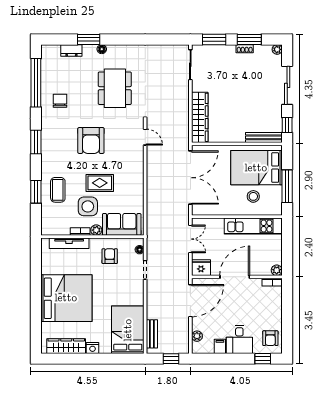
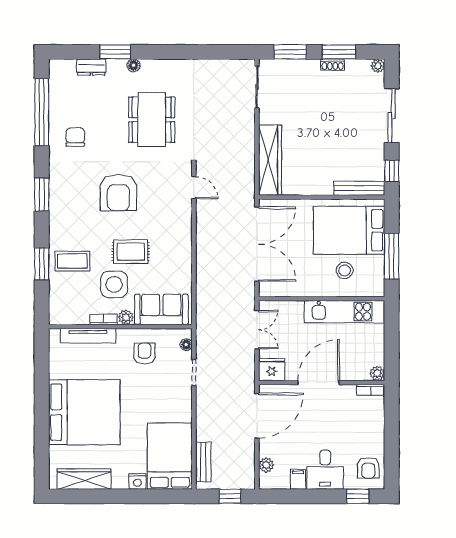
coffee table: (58, 190) -> (72, 261), turned 90
nightstand: (93, 348) -> (137, 481), moved

